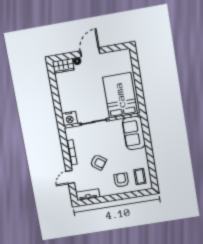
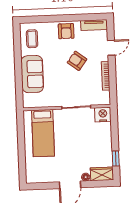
window: (53, 81) -> (116, 158), added
bed: (120, 95) -> (43, 133), width x0.67
sofa: (134, 133) -> (32, 74), moved
armchair: (121, 180) -> (66, 31), moved

